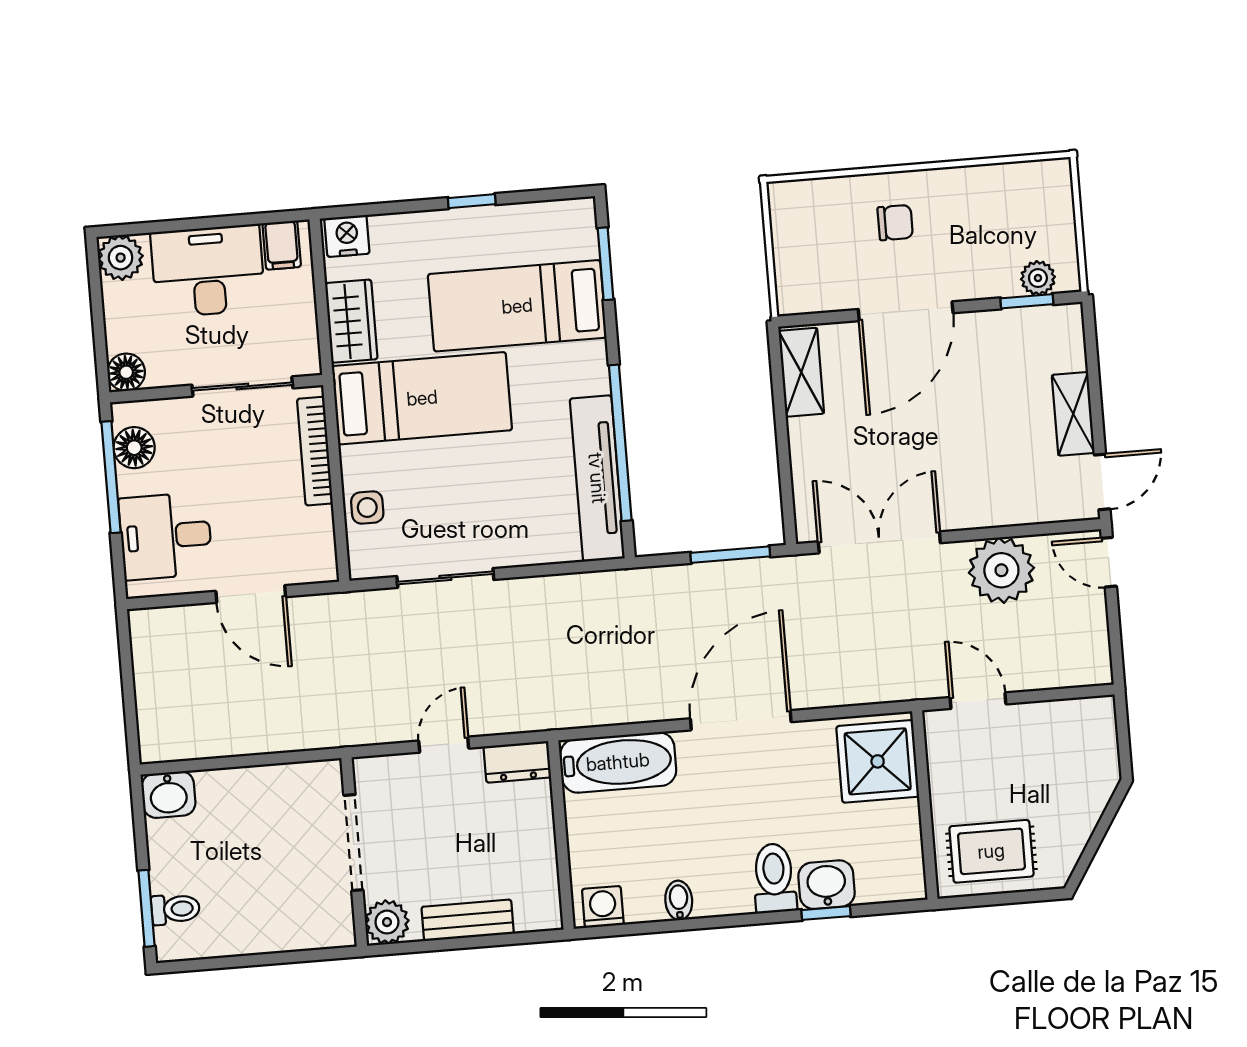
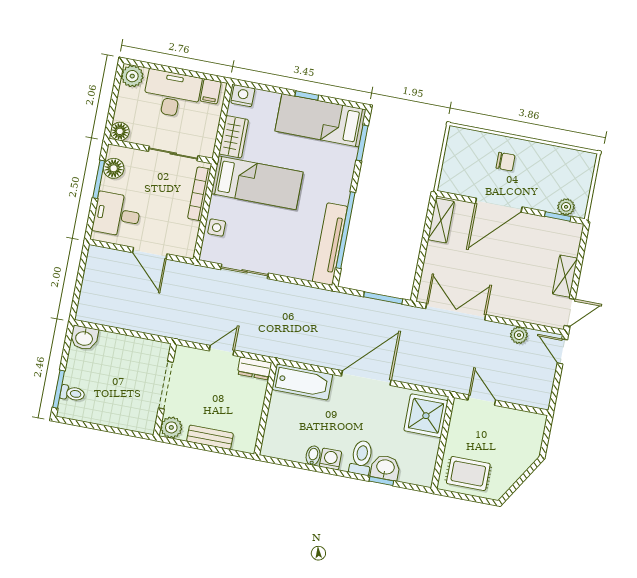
bed: (517, 306) -> (321, 120), moved
window: (111, 477) -> (99, 179), width x0.69
plant: (1001, 570) -> (519, 335), width x0.53, depth x0.53
washing machine: (603, 907) -> (331, 459), moved

